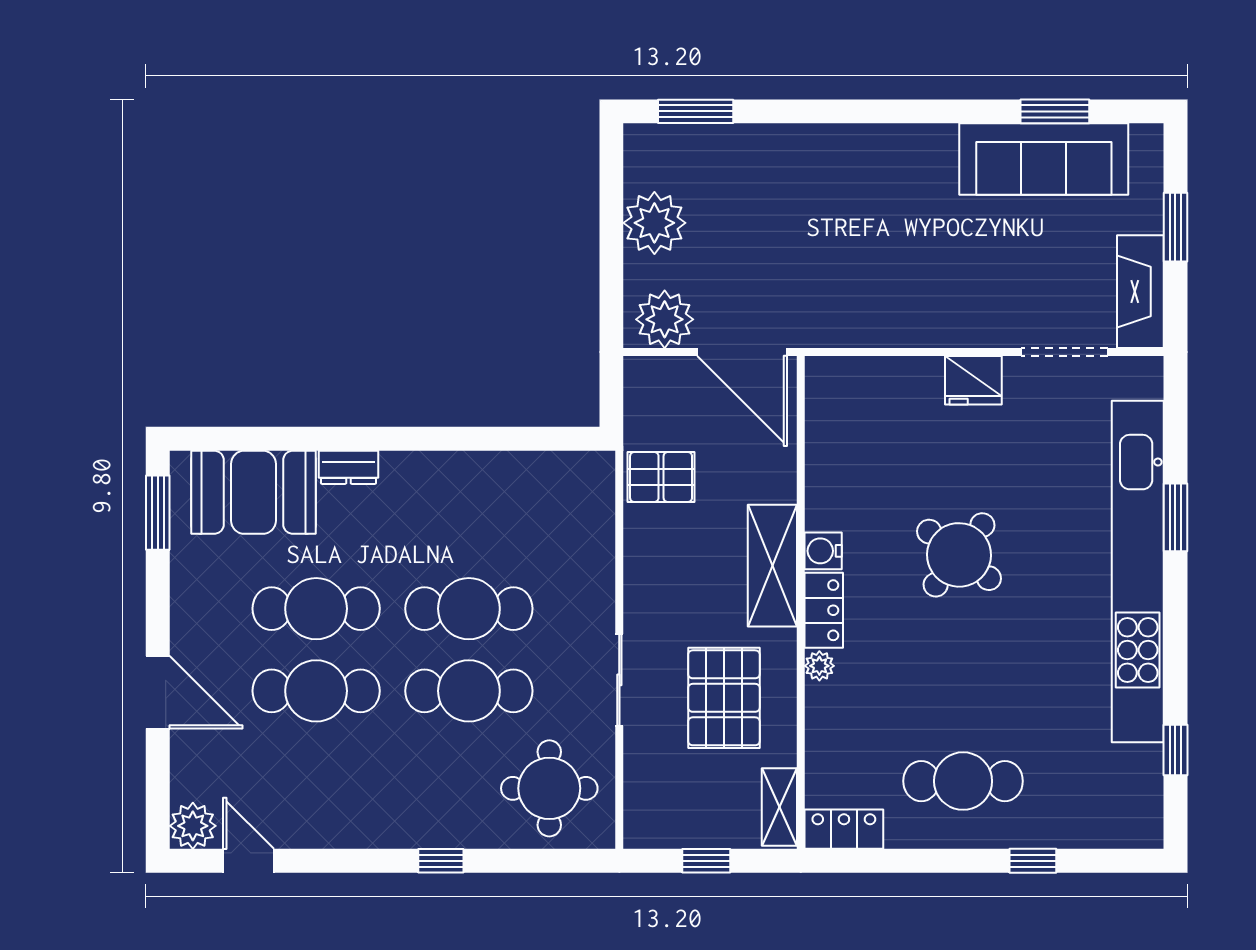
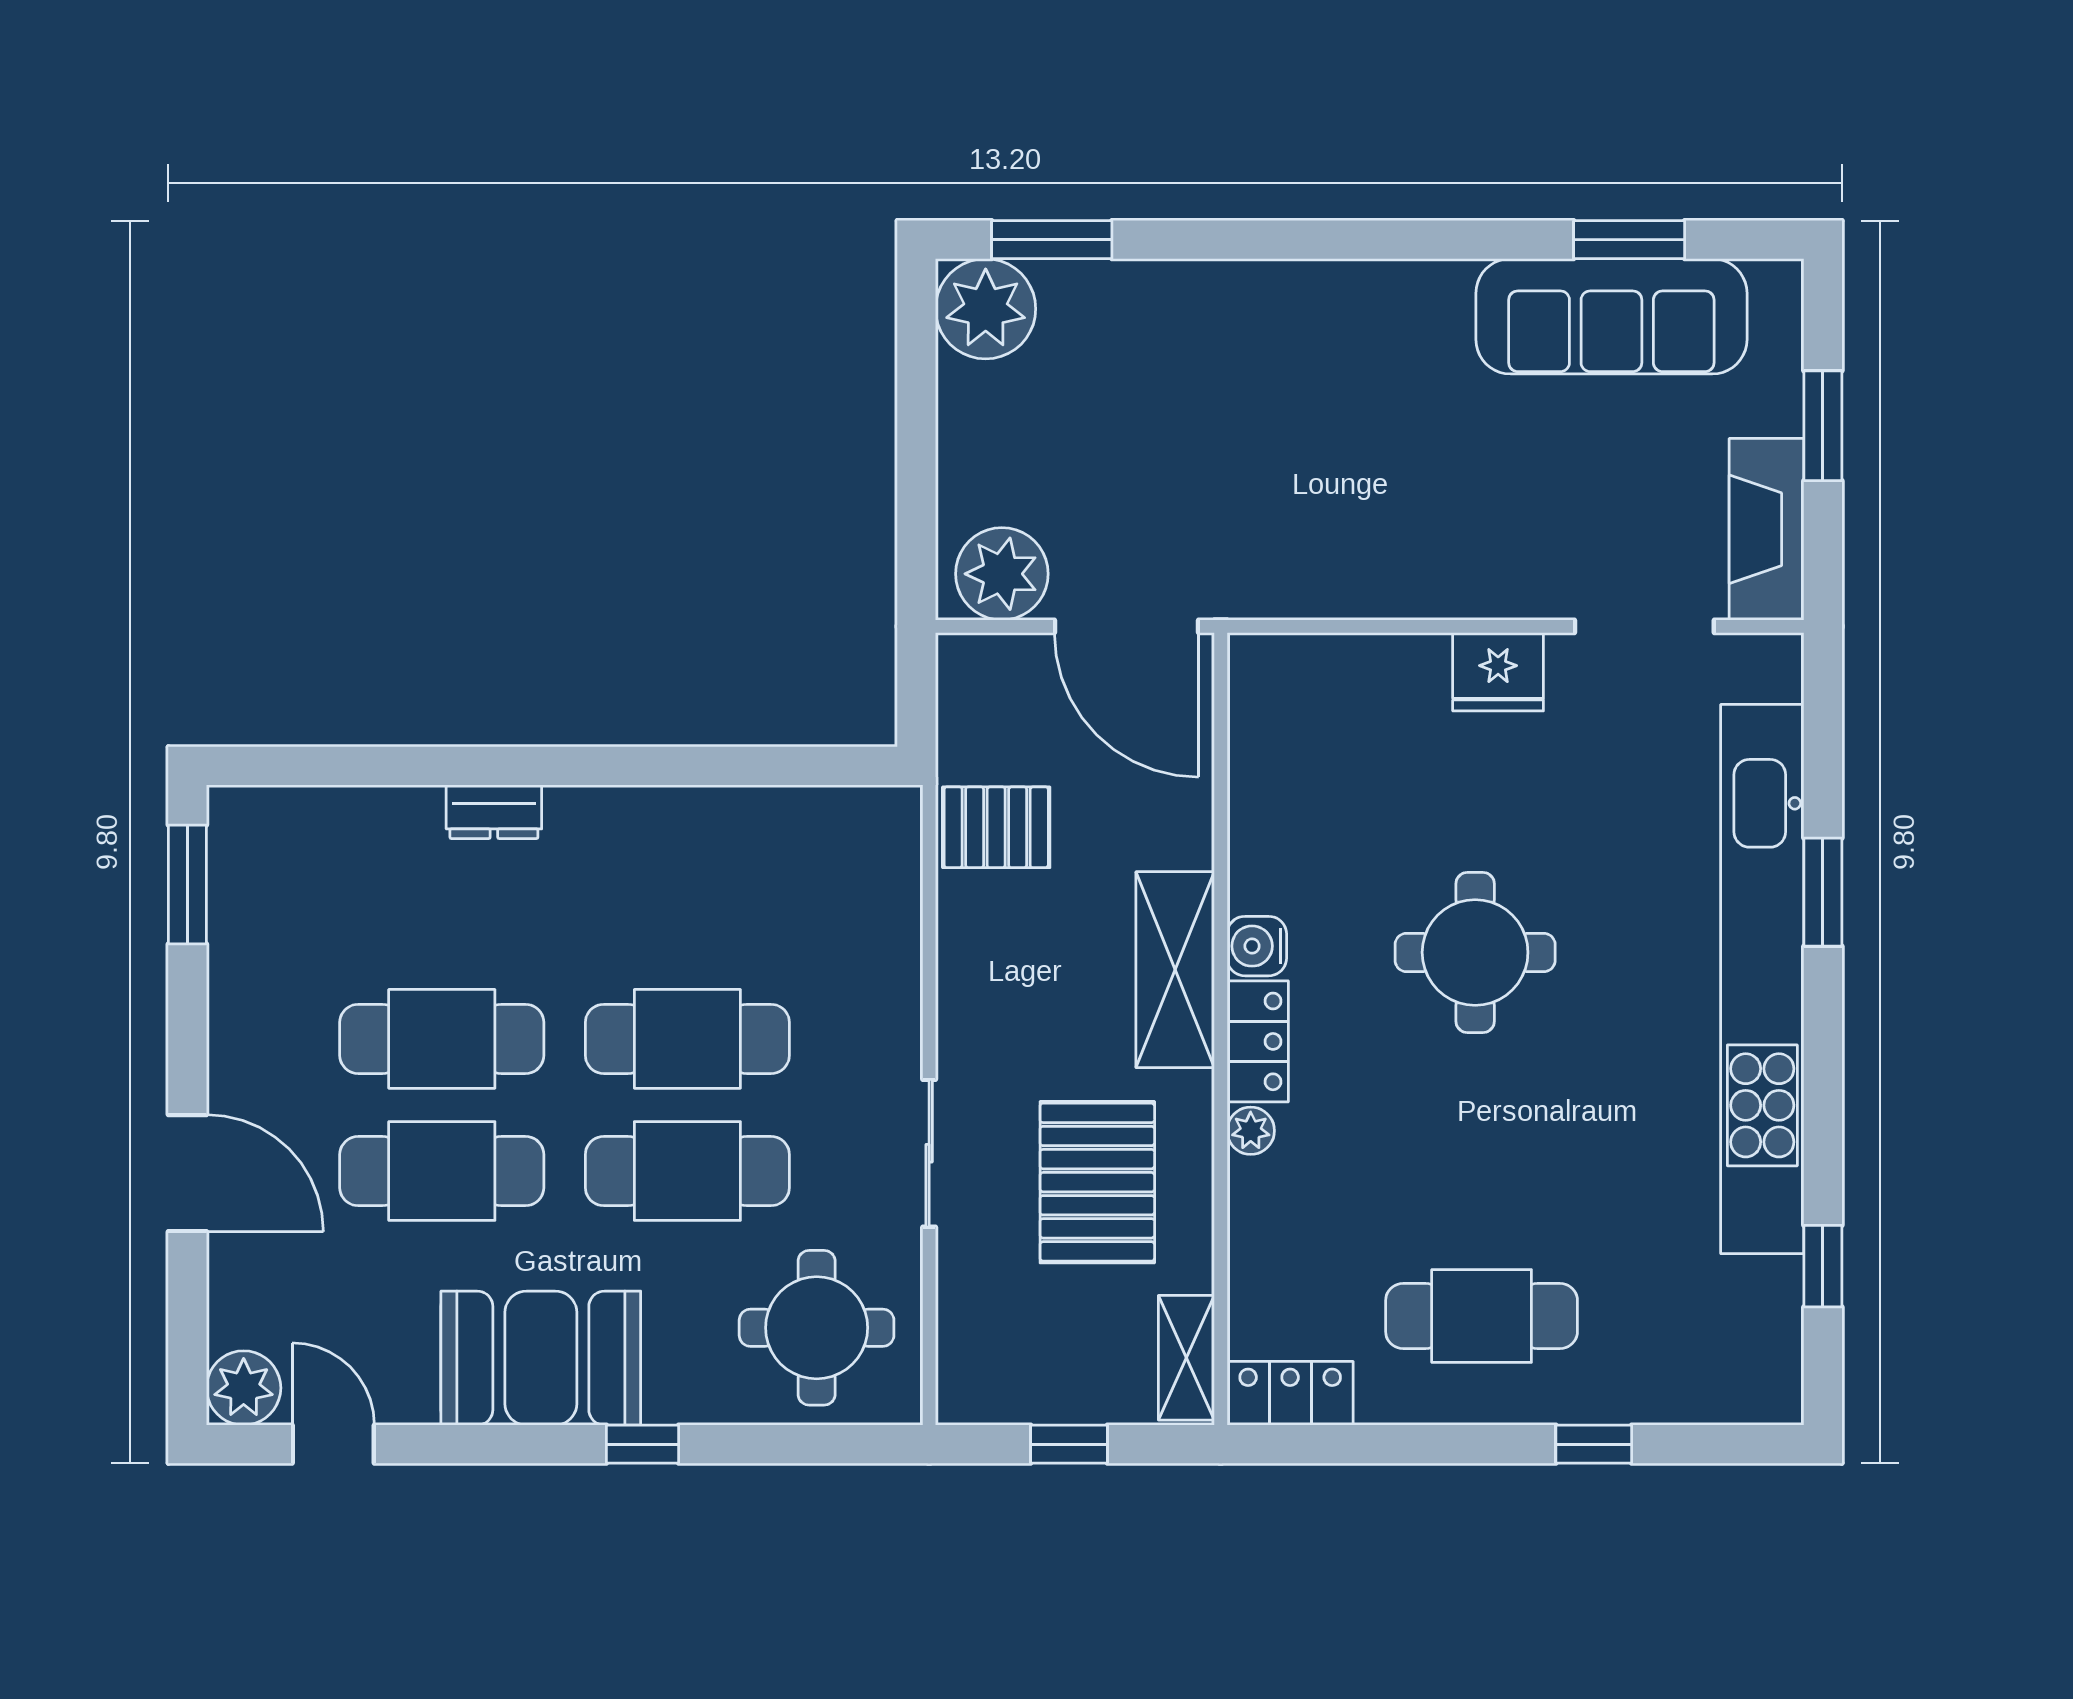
plant: (654, 223) -> (986, 309), moved
booth: (254, 492) -> (541, 1358), moved
round table: (959, 555) -> (1475, 952), turned -38

